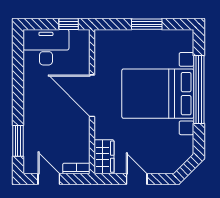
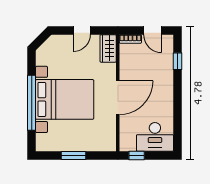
door: (92, 96) -> (118, 98), hinge flipped
window: (18, 141) -> (178, 61), width x0.67
door: (137, 179) -> (82, 30), hinge flipped

